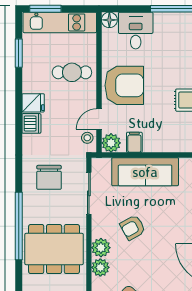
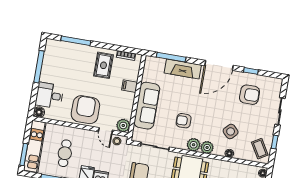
cafe table: (72, 72) -> (65, 153), moved
filing cabinet: (134, 142) -> (130, 86), moved
armchair: (133, 228) -> (184, 121), turned 119

